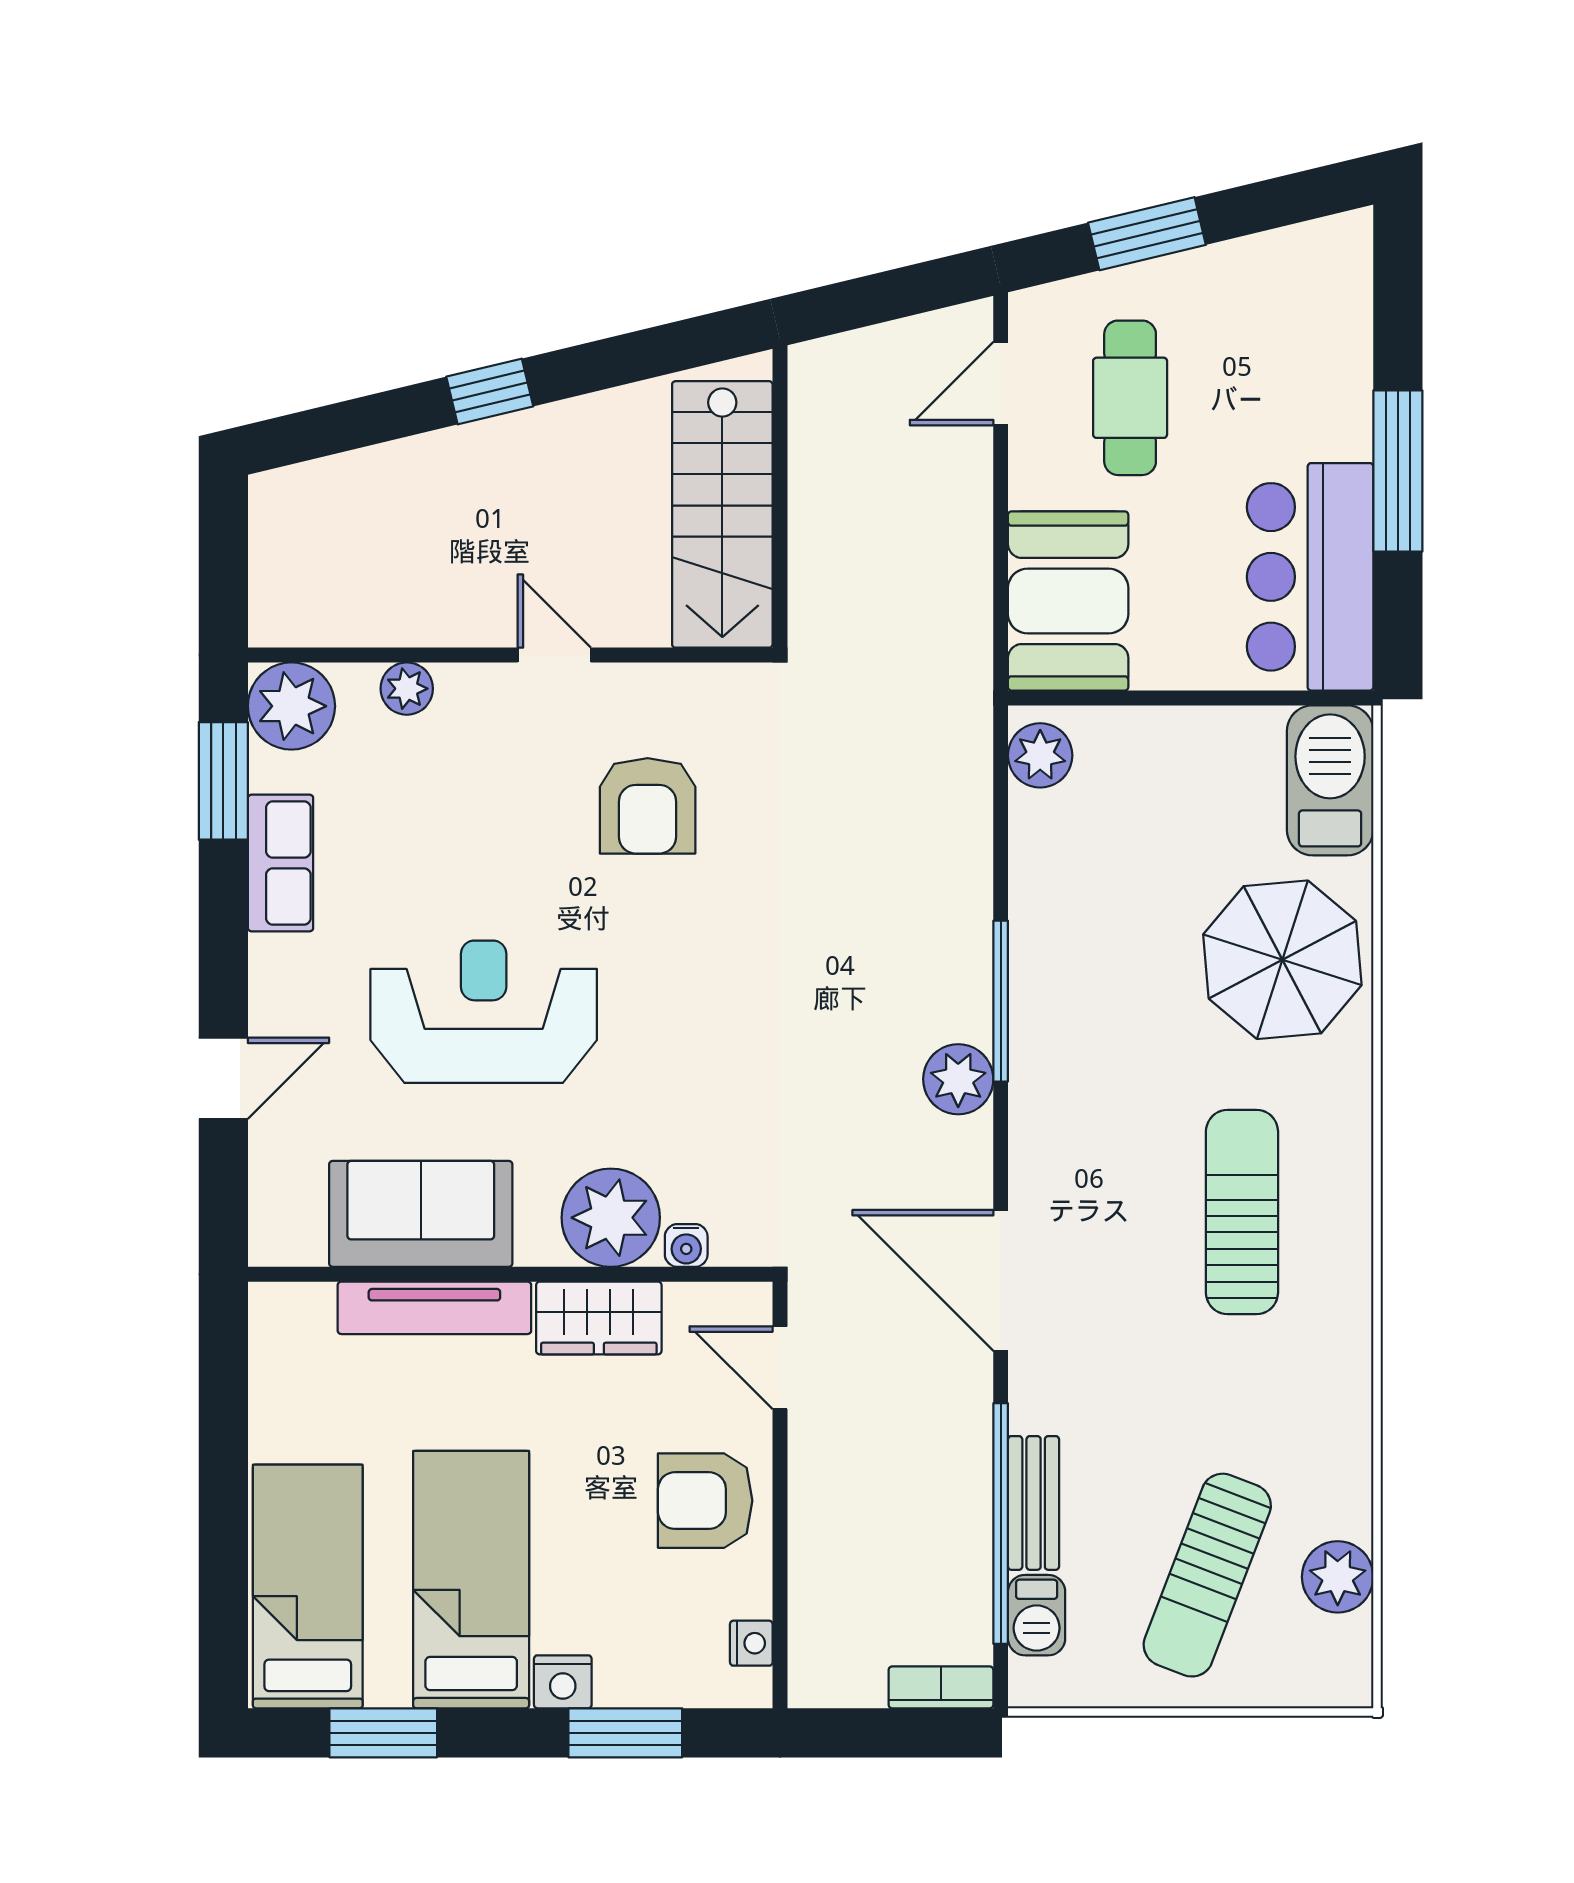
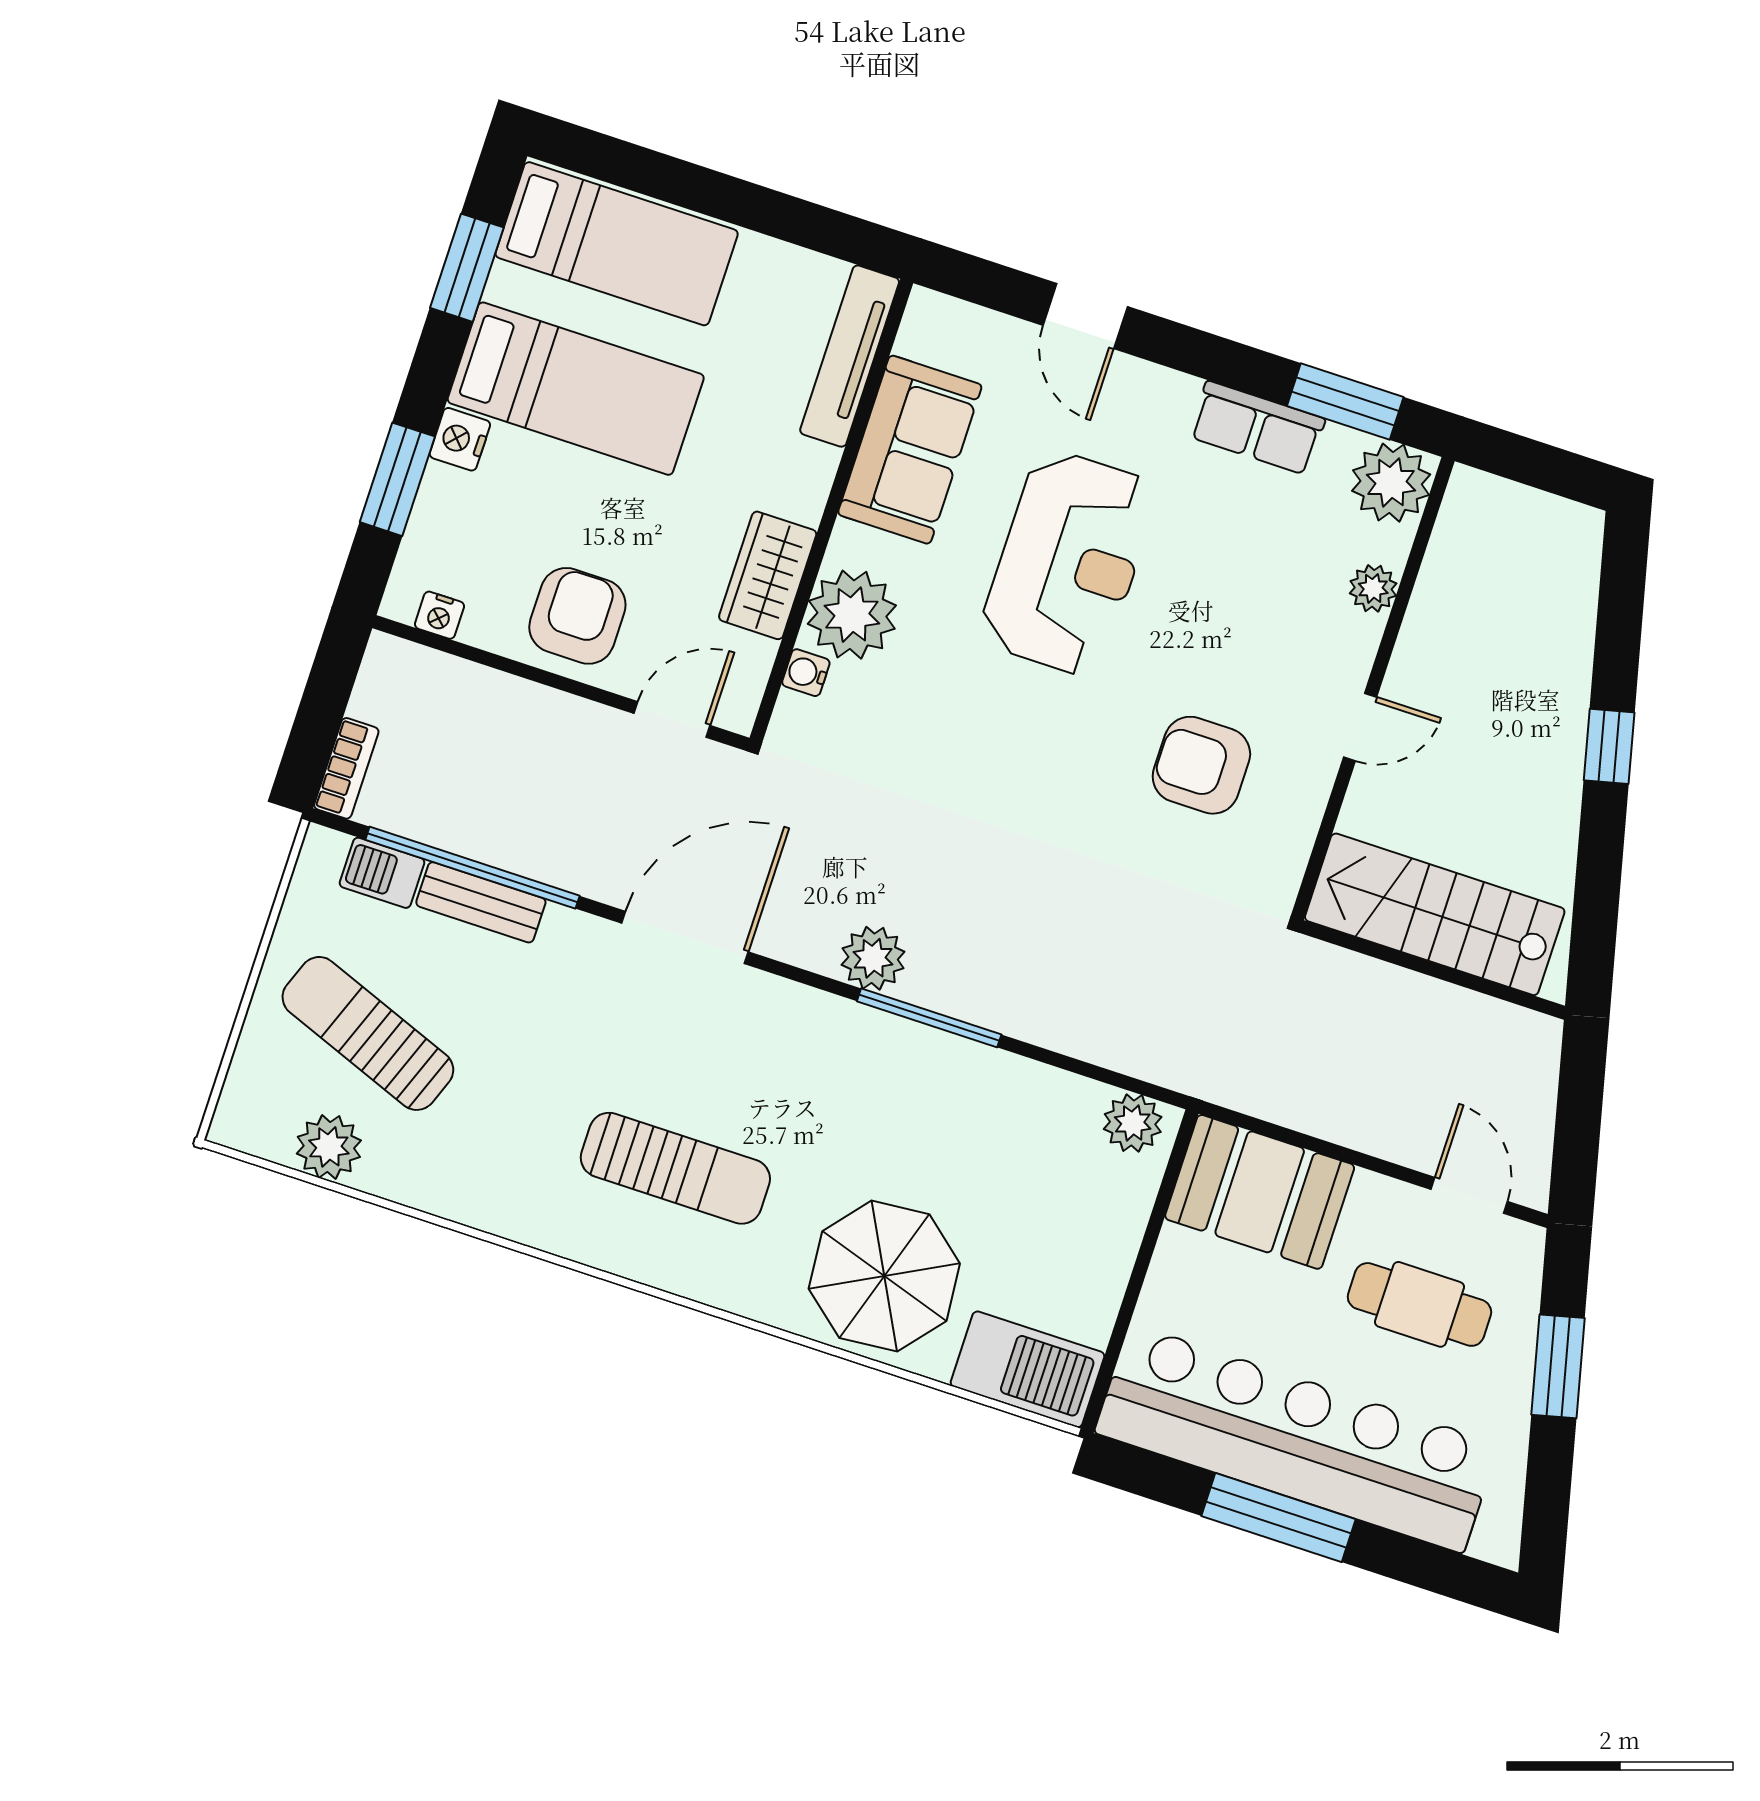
bar counter: (1310, 577) -> (1297, 1438), width x1.86
tv unit: (434, 1308) -> (850, 356), moved

